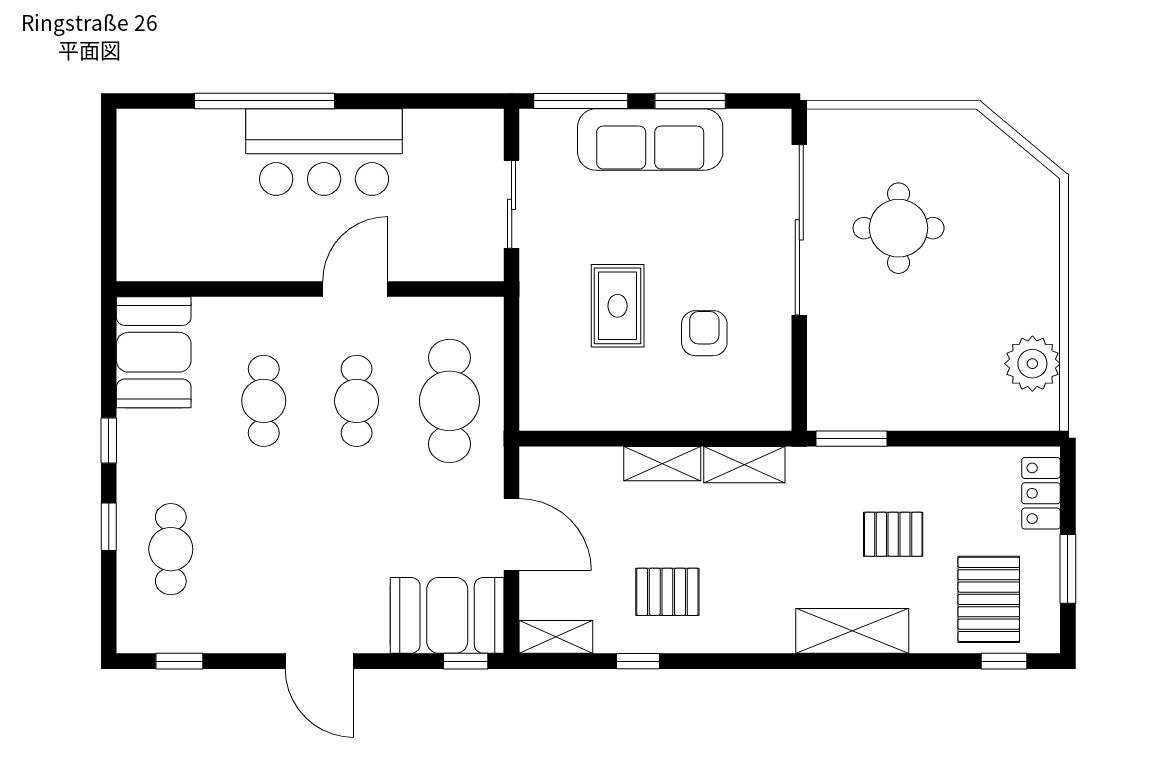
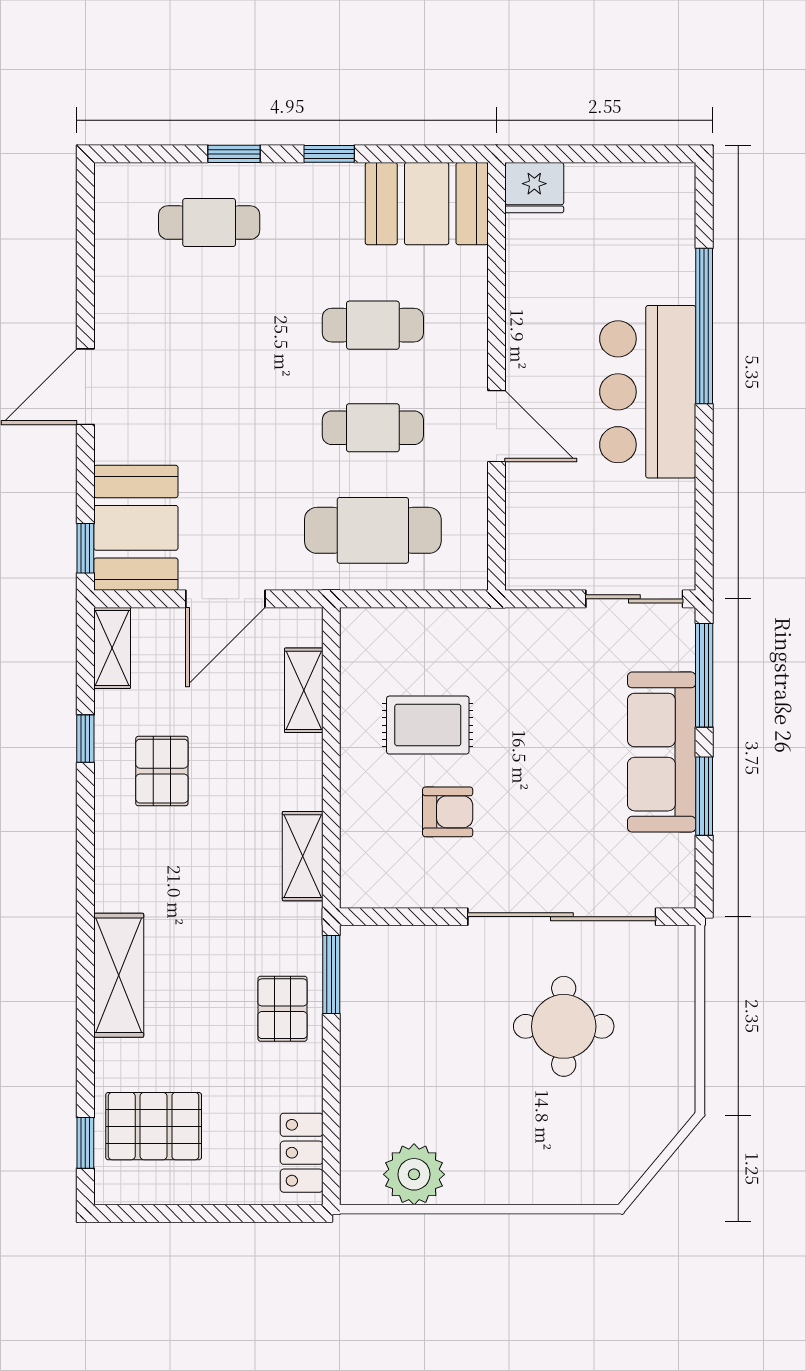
sliding door: (512, 204) -> (634, 599), moved
fridge: (139, 255) -> (534, 188), added
rug: (618, 306) -> (428, 725), moved
shelving: (662, 464) -> (304, 690), moved
locker: (1041, 493) -> (302, 1153), moved, turned -90
pallet: (893, 534) -> (283, 1009), moved
window: (1068, 569) -> (187, 1213), removed
window: (179, 661) -> (85, 232), removed

